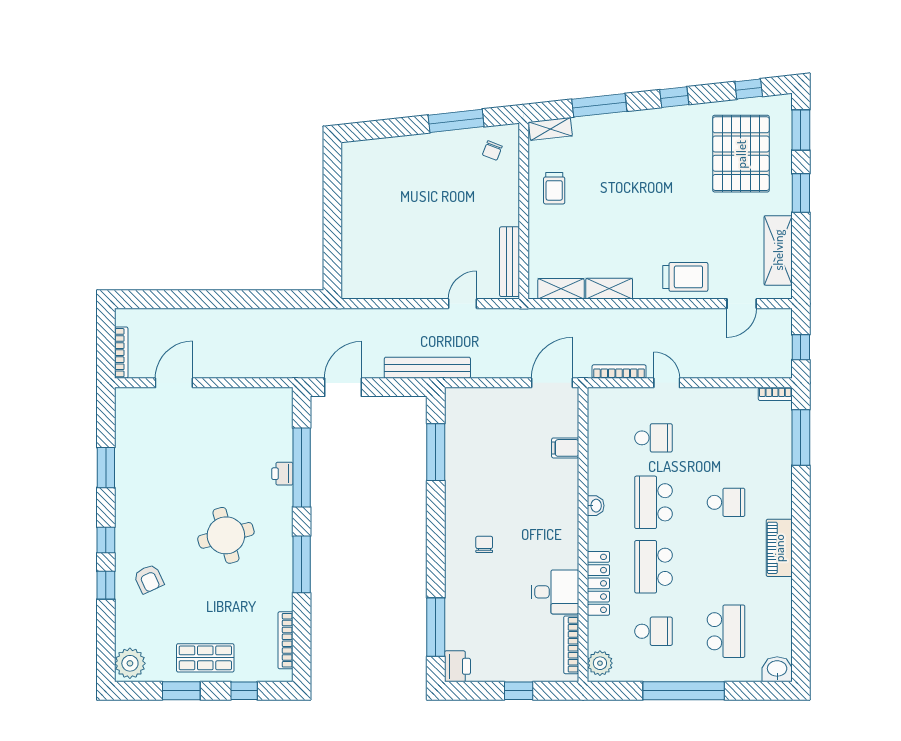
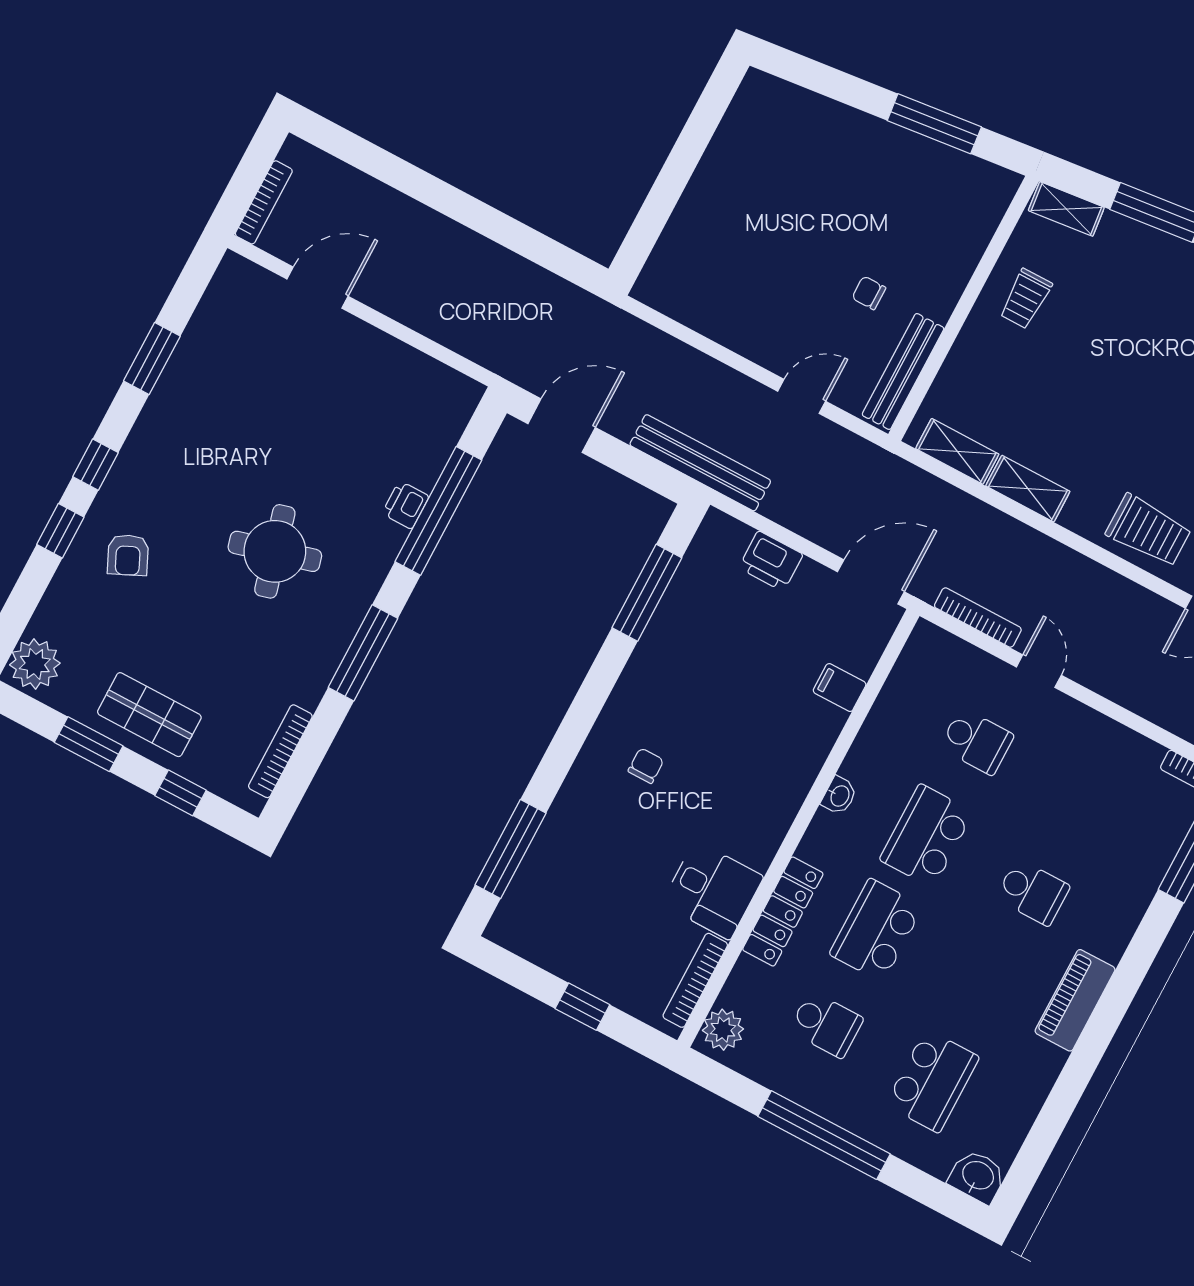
chair: (492, 151) -> (869, 293), moved, turned 69
printer: (457, 666) -> (771, 561), moved, turned 90

